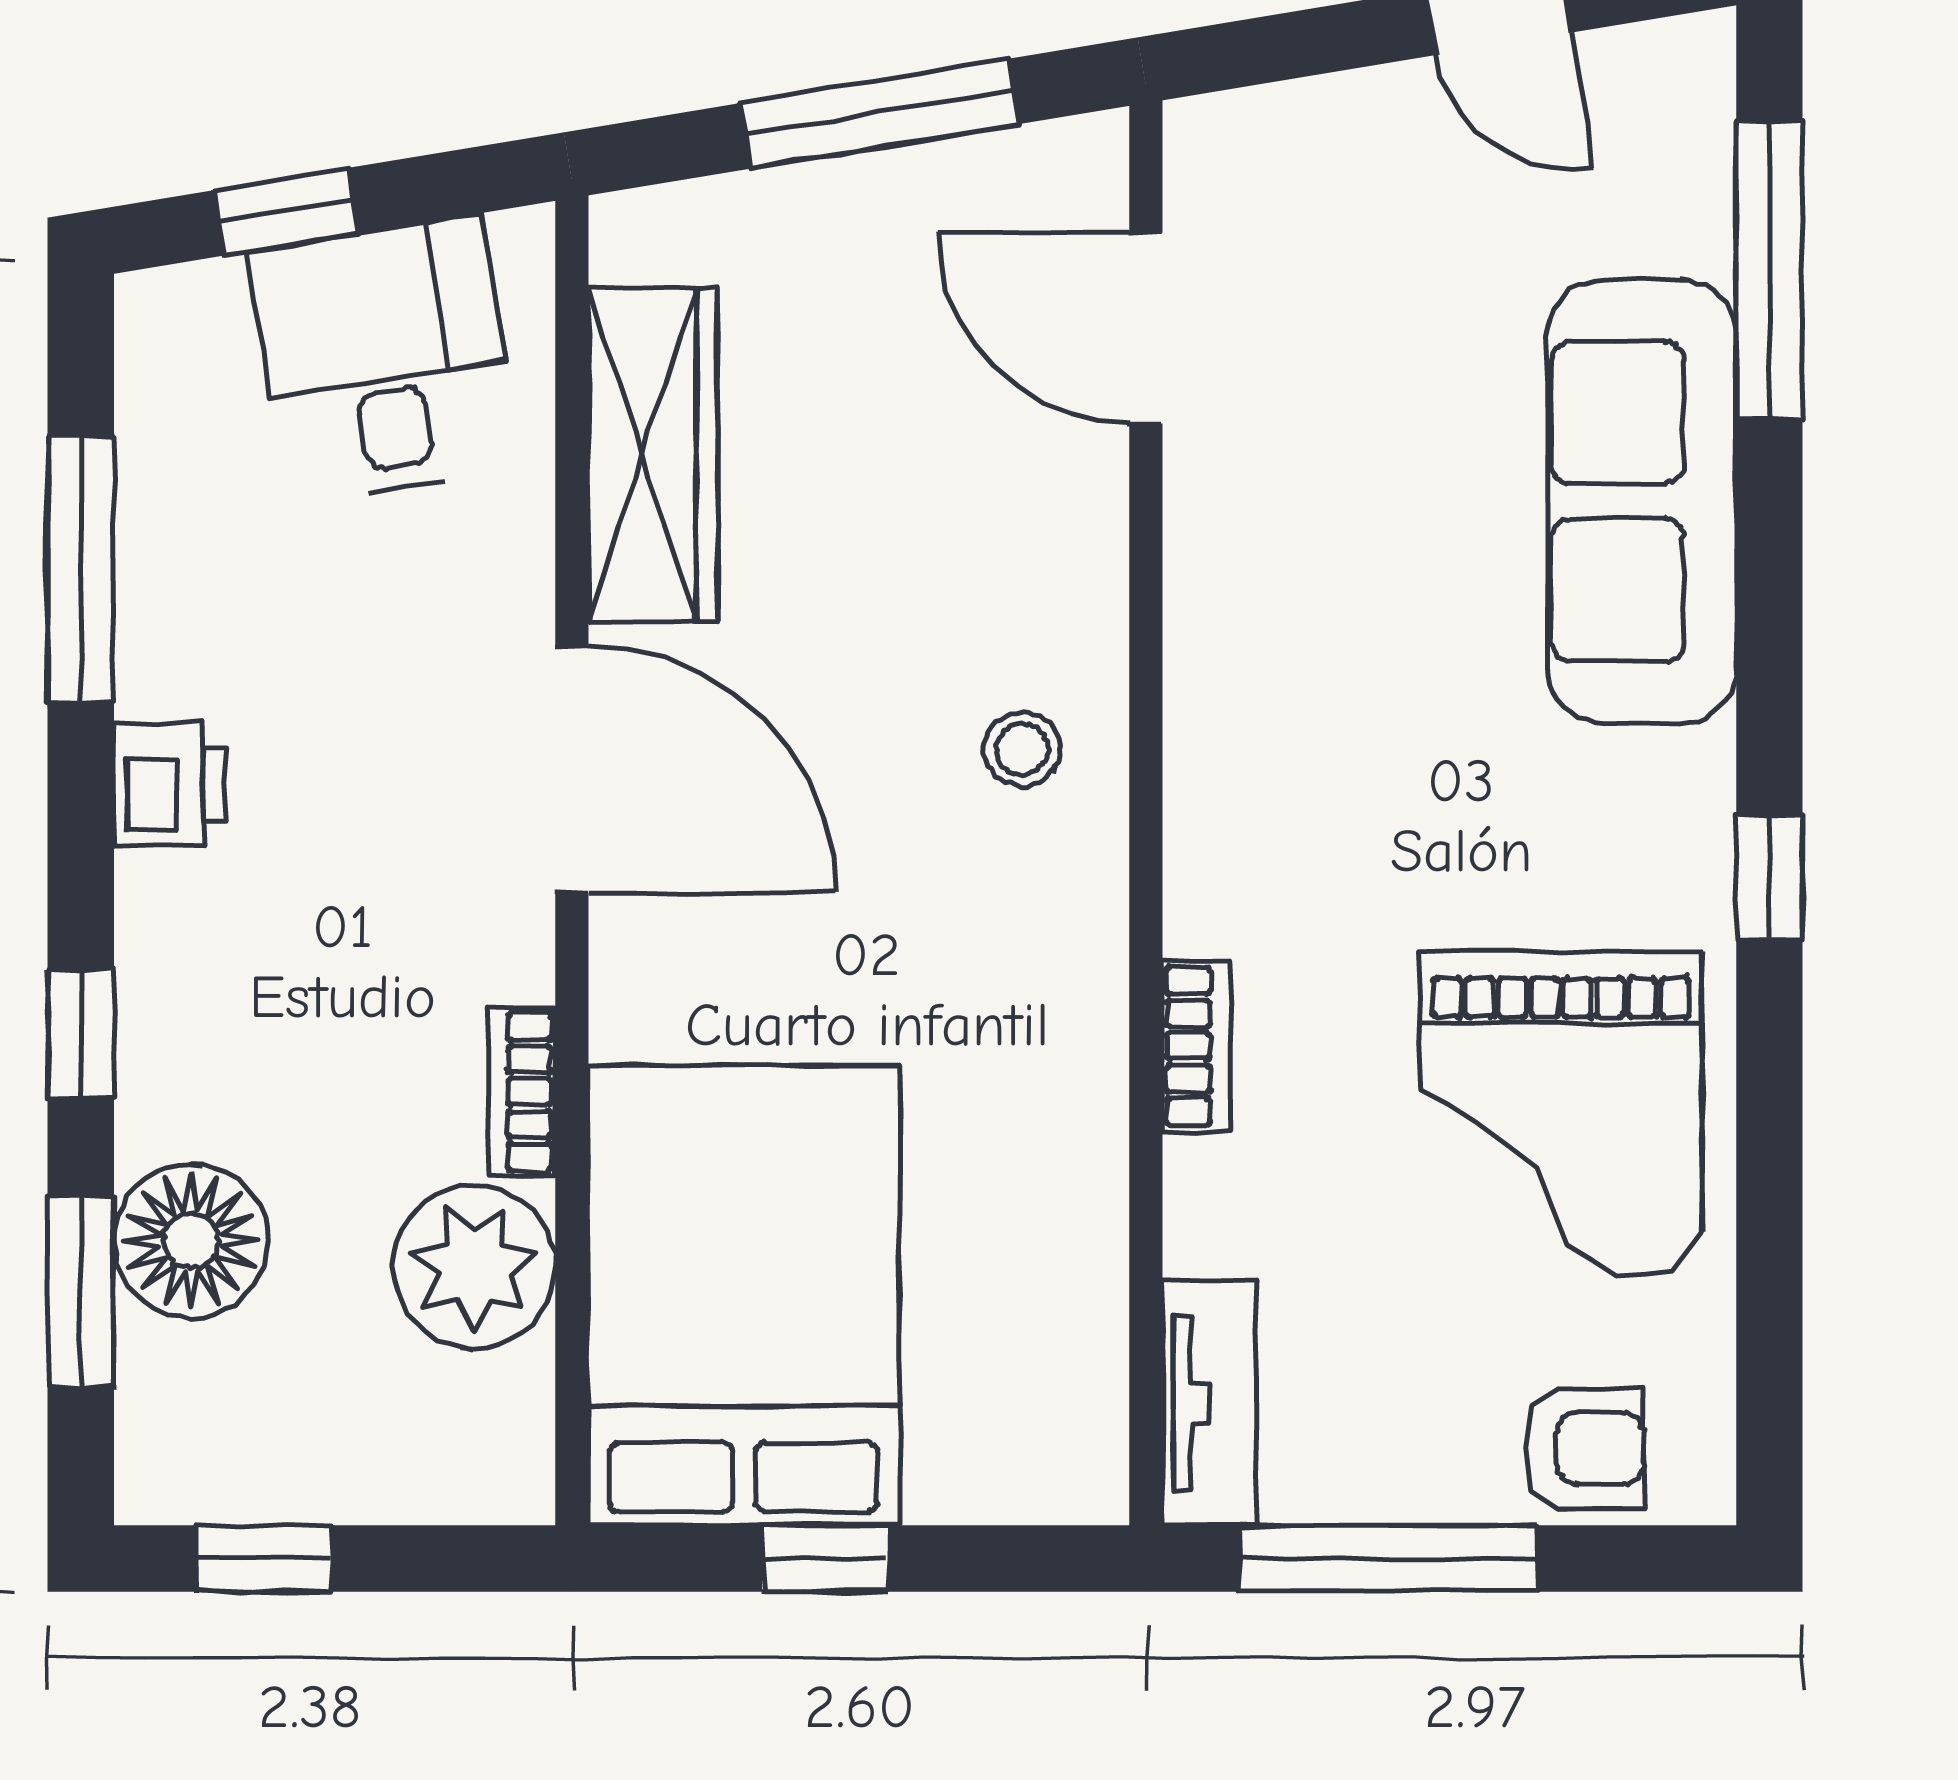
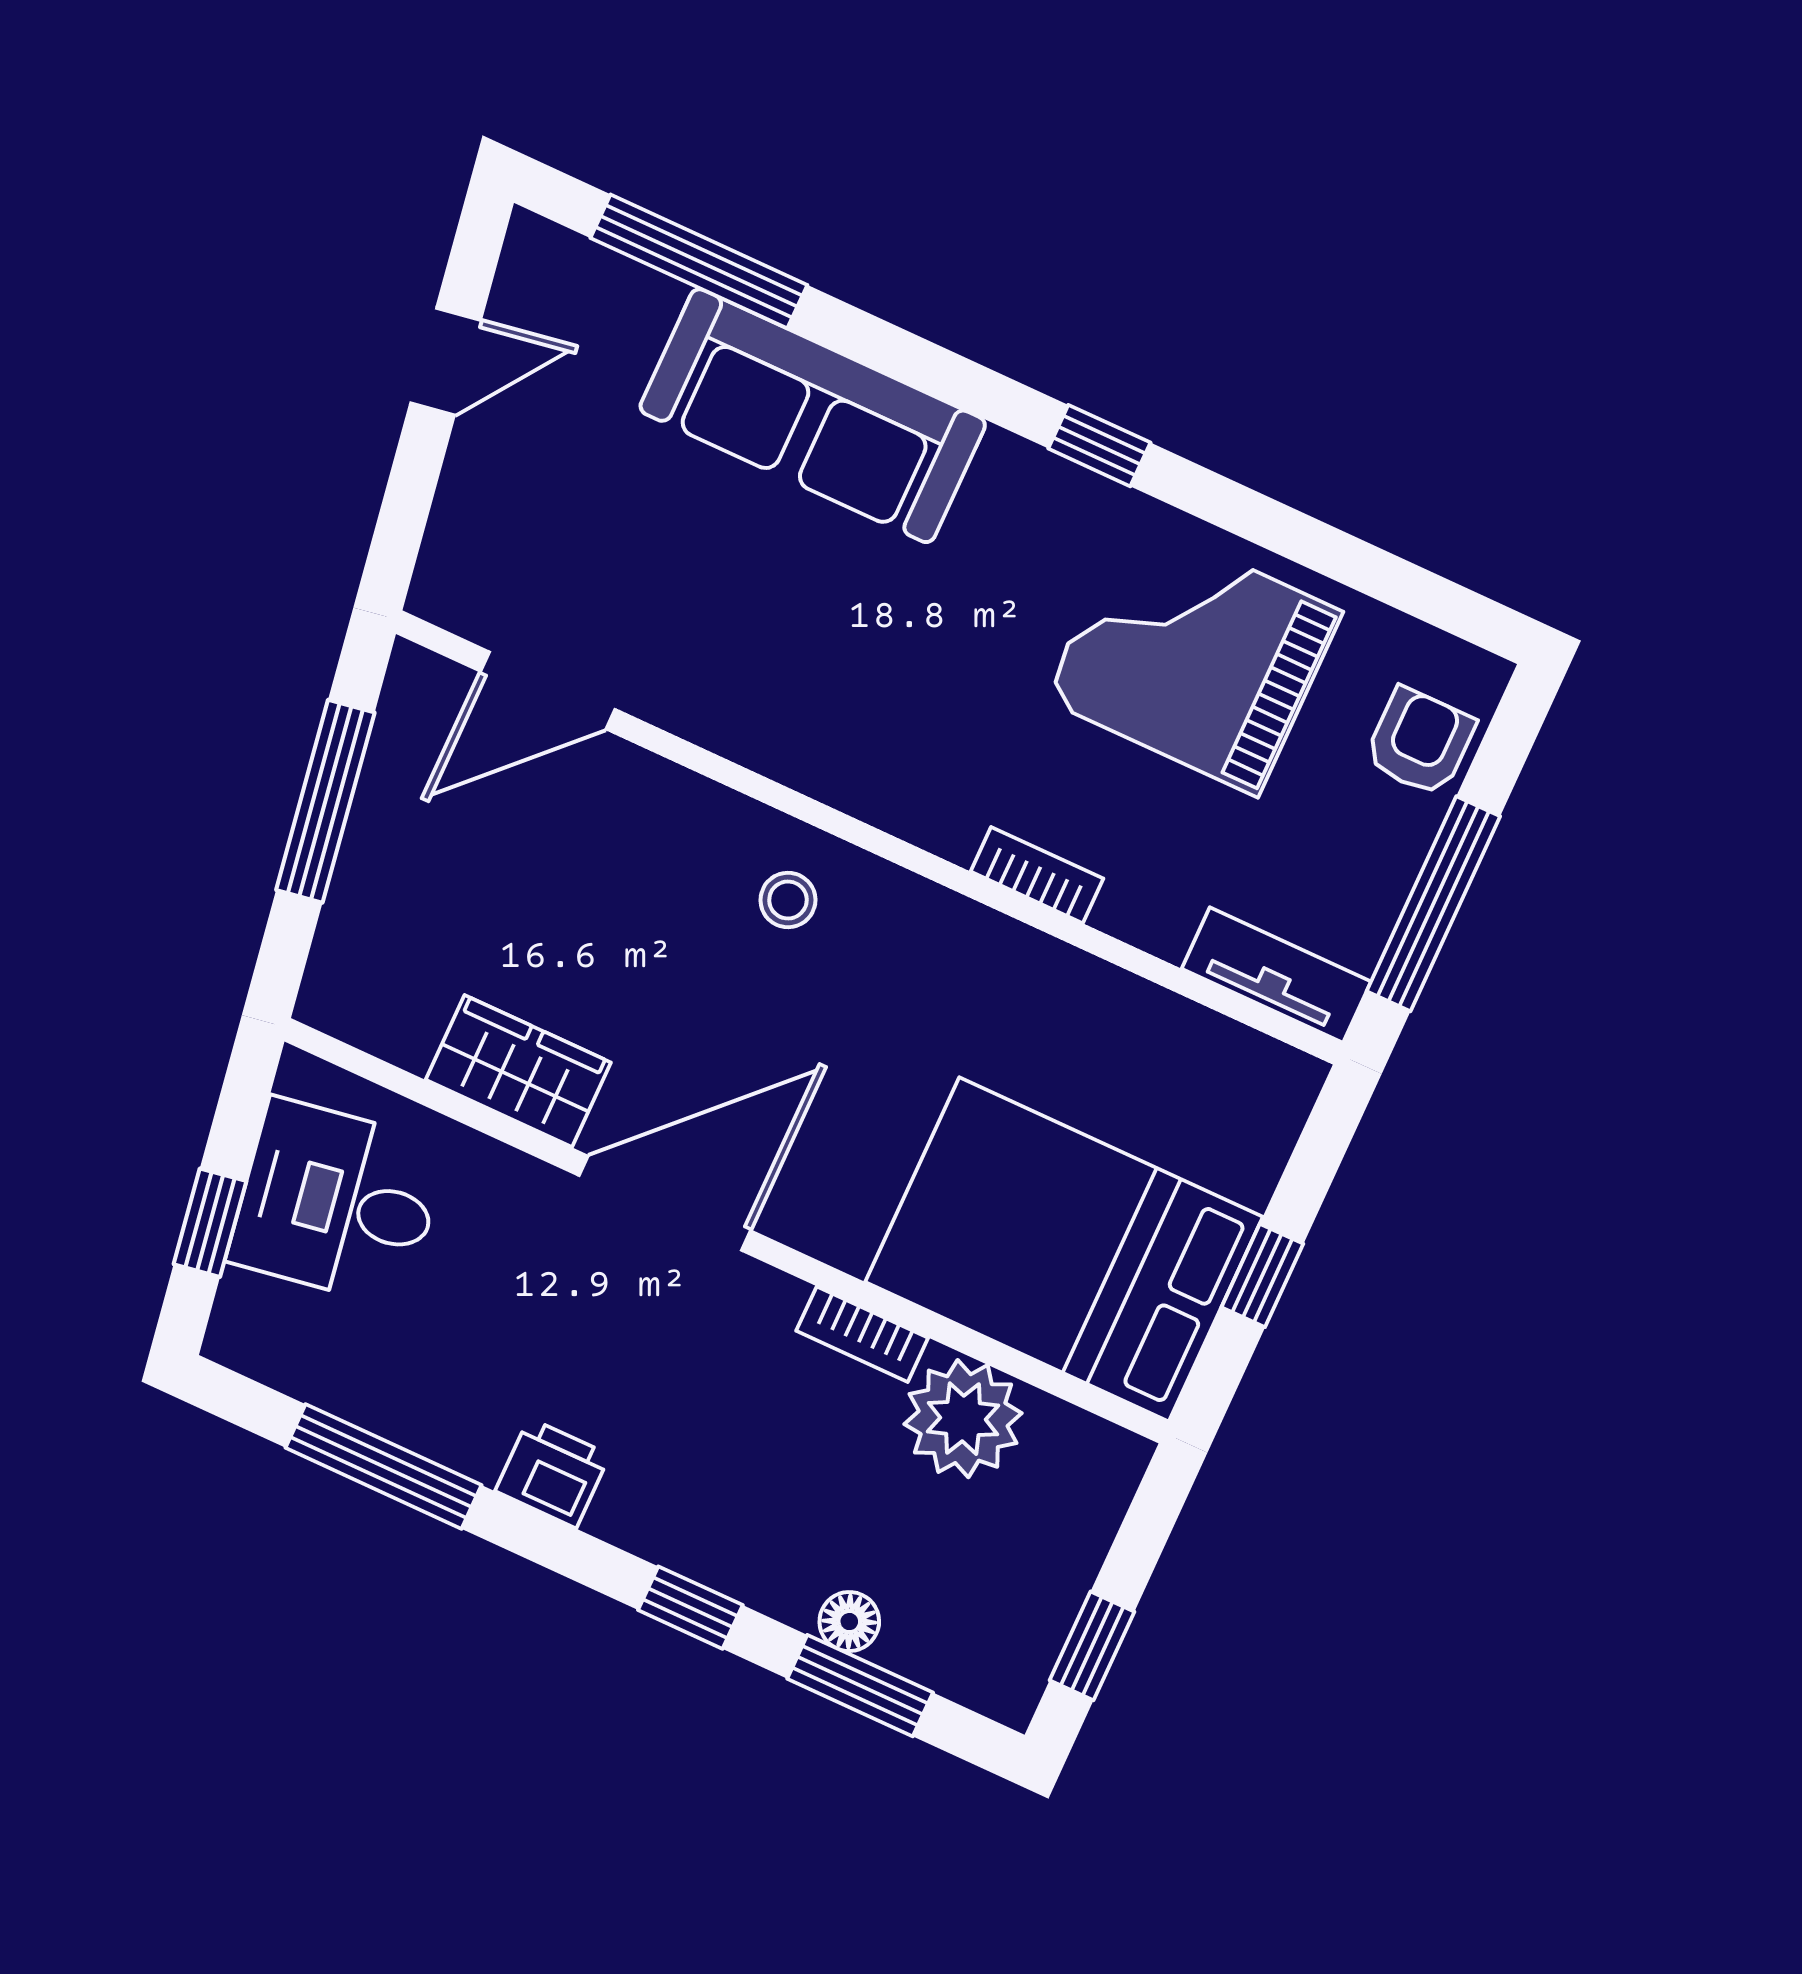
wardrobe: (653, 455) -> (518, 1071), width x0.67
grand piano: (1561, 1115) -> (1193, 655), turned 180
floor lamp: (191, 1241) -> (849, 1622), width x0.53, depth x0.53

